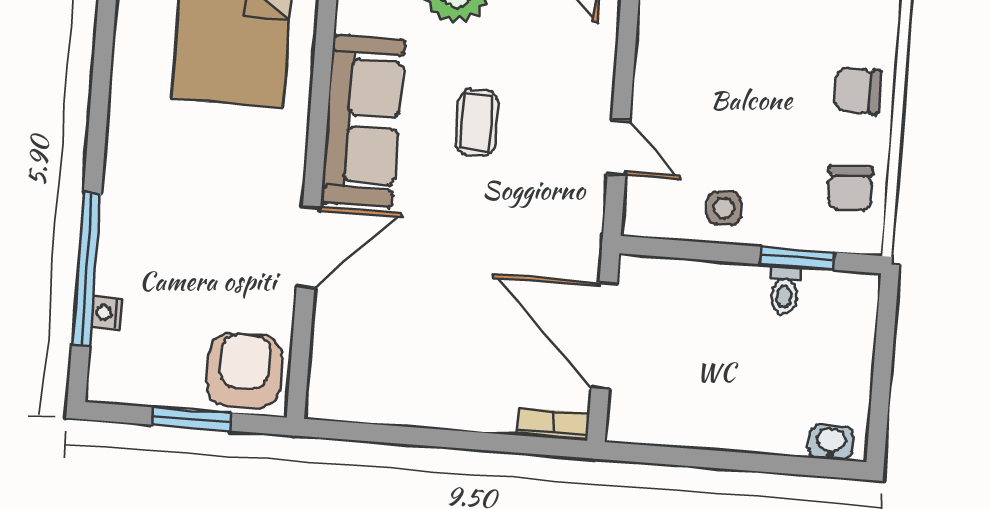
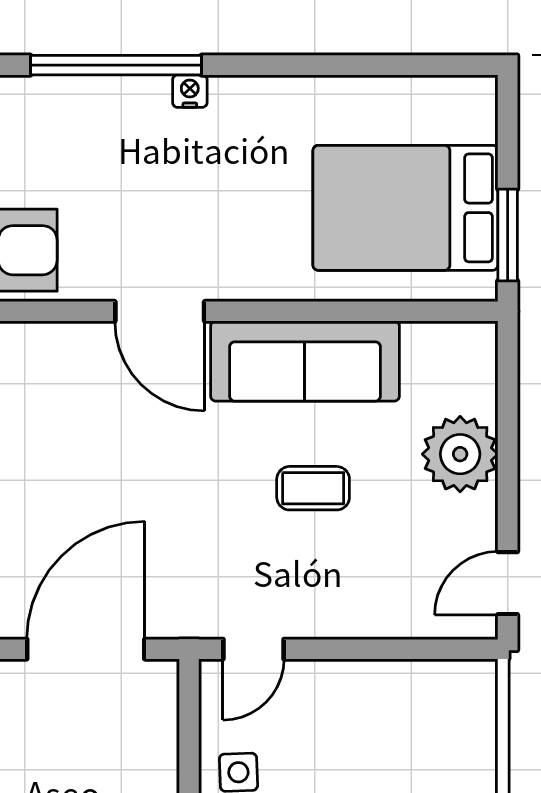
door: (619, 148) -> (254, 649), moved
nightstand: (106, 313) -> (190, 91), moved

